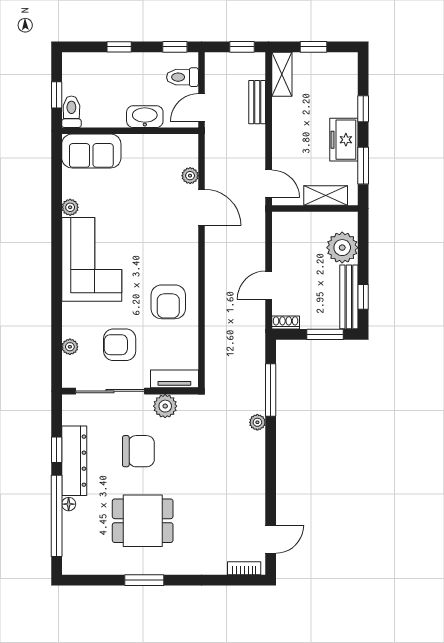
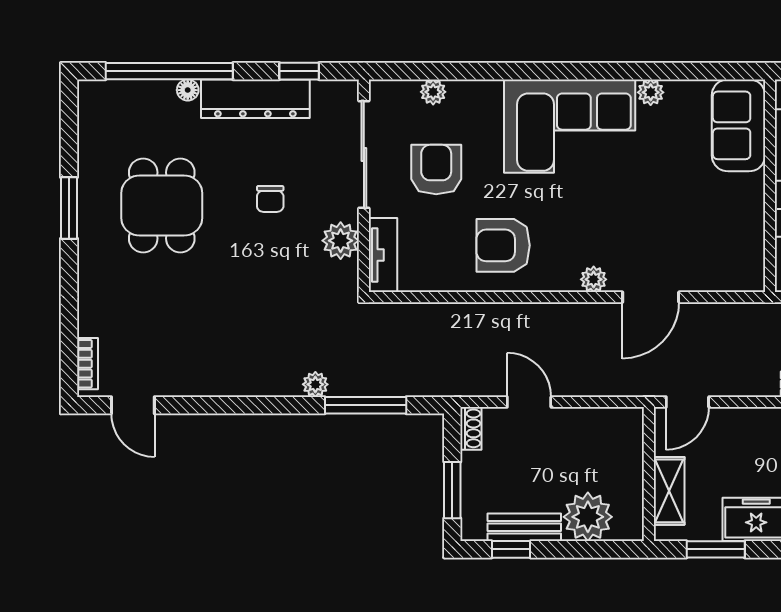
plant: (190, 176) -> (594, 279), moved
bench: (349, 297) -> (524, 527), width x0.73
window: (57, 450) -> (299, 71), moved
chair: (138, 451) -> (270, 199), width x0.54, depth x0.54

